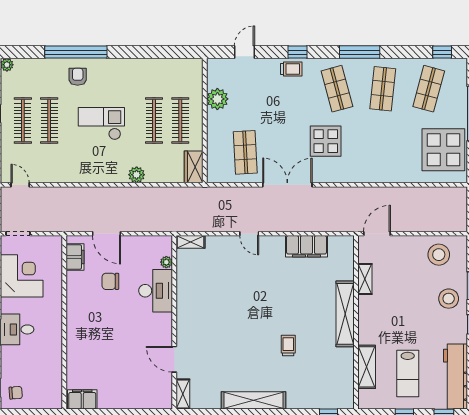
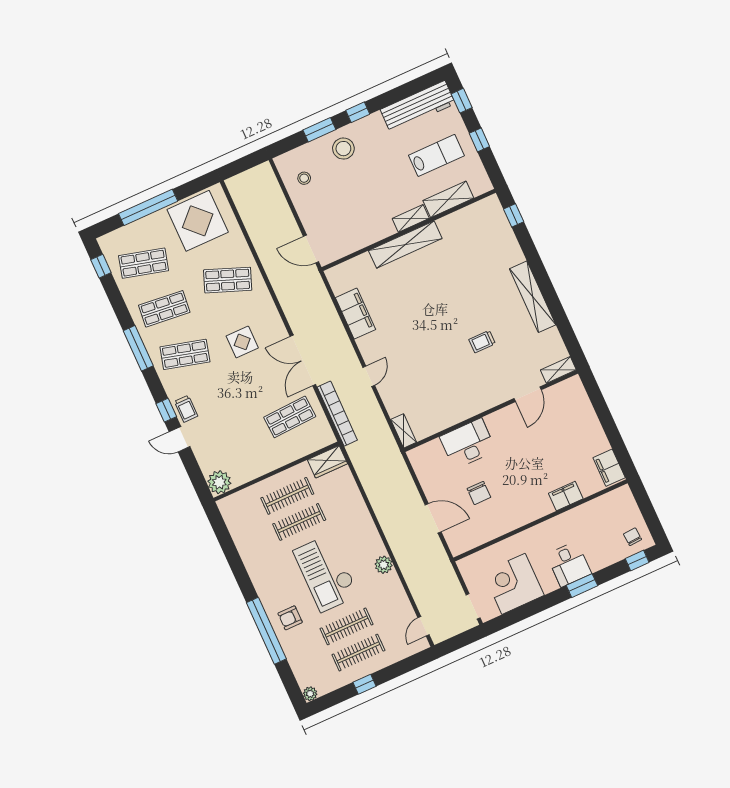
door: (244, 52) -> (179, 439), moved
trolley: (291, 69) -> (186, 409), turned 180
shop shelf: (337, 89) -> (185, 354), turned 30
plant: (217, 99) -> (219, 482), moved
checkout: (101, 124) -> (326, 573), width x1.36, depth x1.21
display table: (326, 141) -> (242, 342), width x0.73, depth x0.73
shop shelf: (383, 152) -> (228, 280), added
plant: (137, 175) -> (384, 565), moved
bookcase: (230, 193) -> (337, 414), added
door: (107, 234) -> (433, 518), hinge flipped
stool: (439, 255) -> (304, 178), width x0.53, depth x0.53
filing cabinet: (75, 257) -> (566, 496), moved
plant: (166, 262) -> (435, 446), removed
shelving: (365, 279) -> (411, 218), moved
trolley: (288, 346) -> (482, 342), moved

